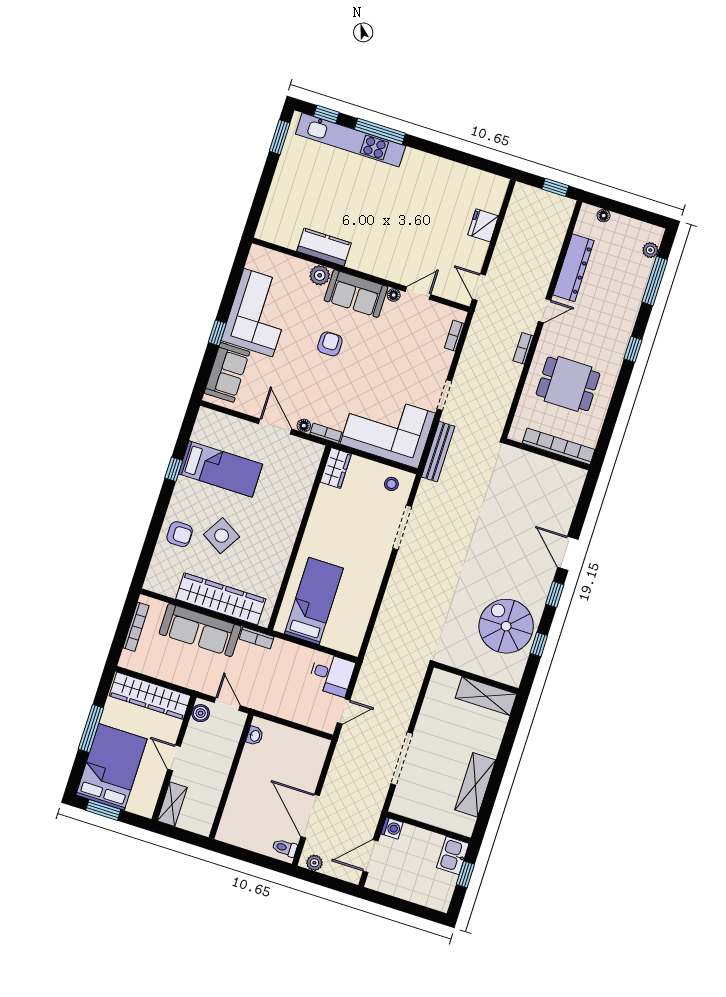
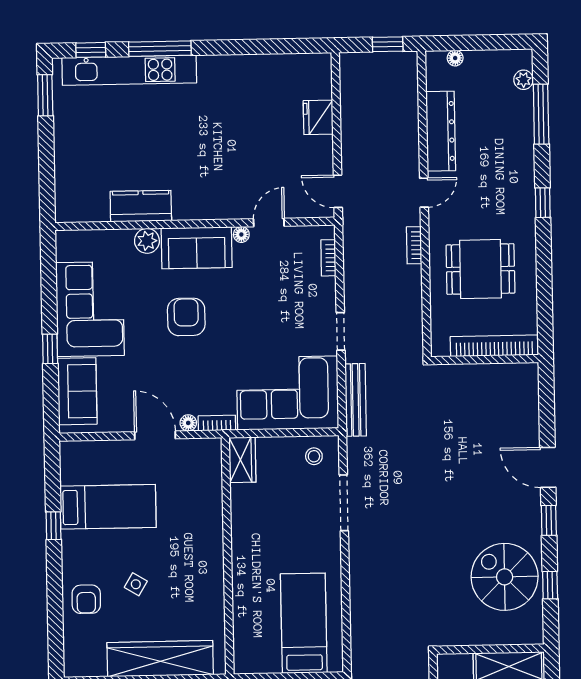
armchair: (330, 344) -> (186, 317), width x1.38, depth x1.38
armchair: (180, 534) -> (86, 599), turned 90
side table: (222, 536) -> (136, 584), width x0.54, depth x0.54
bed: (314, 601) -> (304, 623), moved

